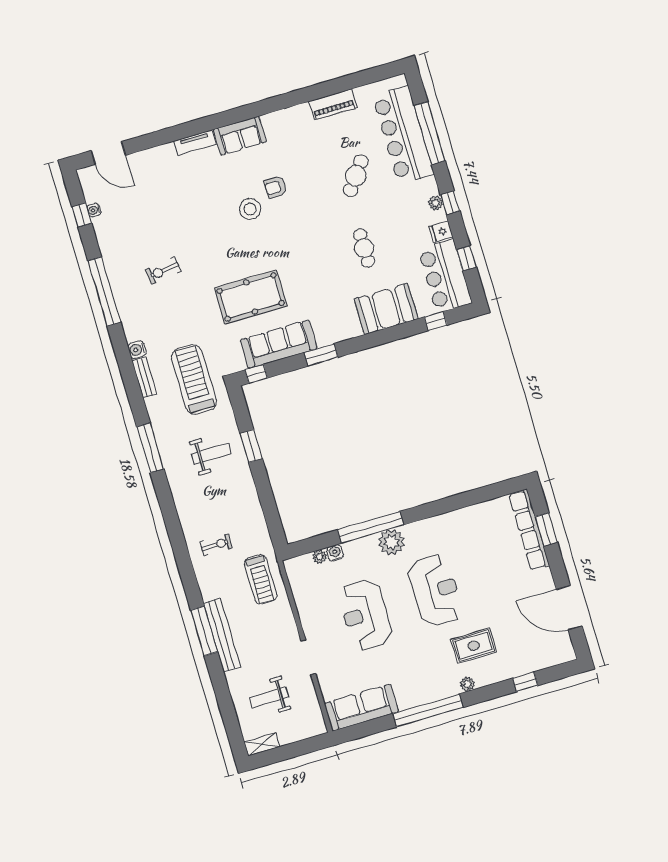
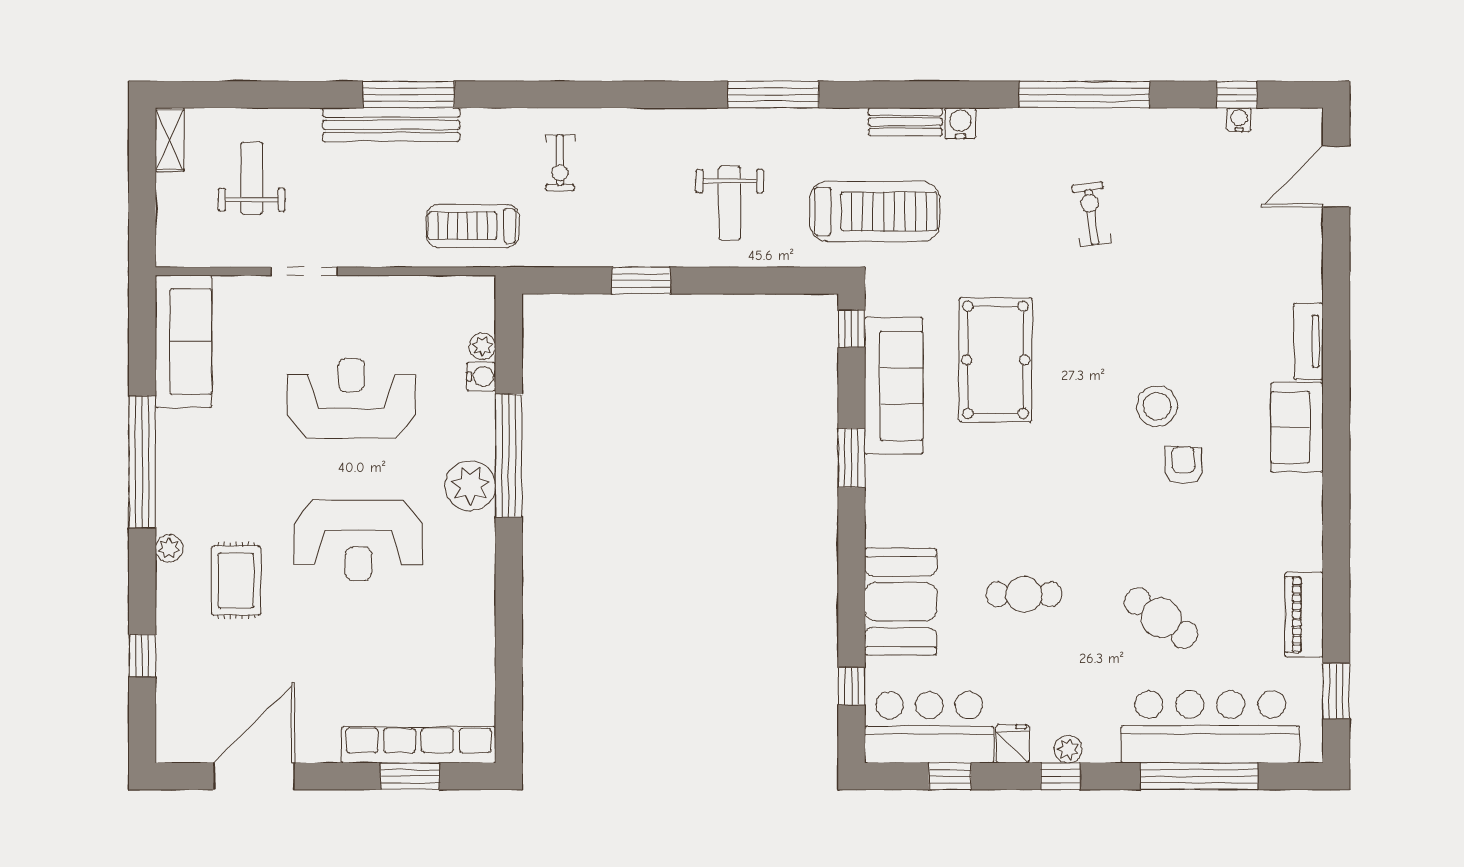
window: (367, 77) -> (1336, 691), added
window: (251, 446) -> (641, 280), moved

